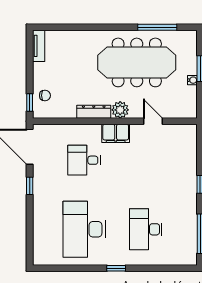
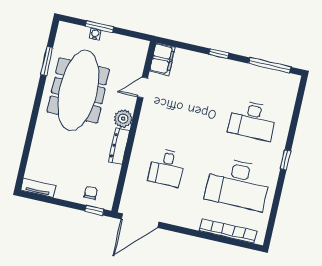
window: (157, 27) -> (47, 61), width x0.69
water cooler: (192, 80) -> (95, 34), moved
filing cabinet: (116, 133) -> (162, 59), moved
window: (30, 186) -> (180, 230), removed
bookcase: (39, 230) -> (228, 231), added

